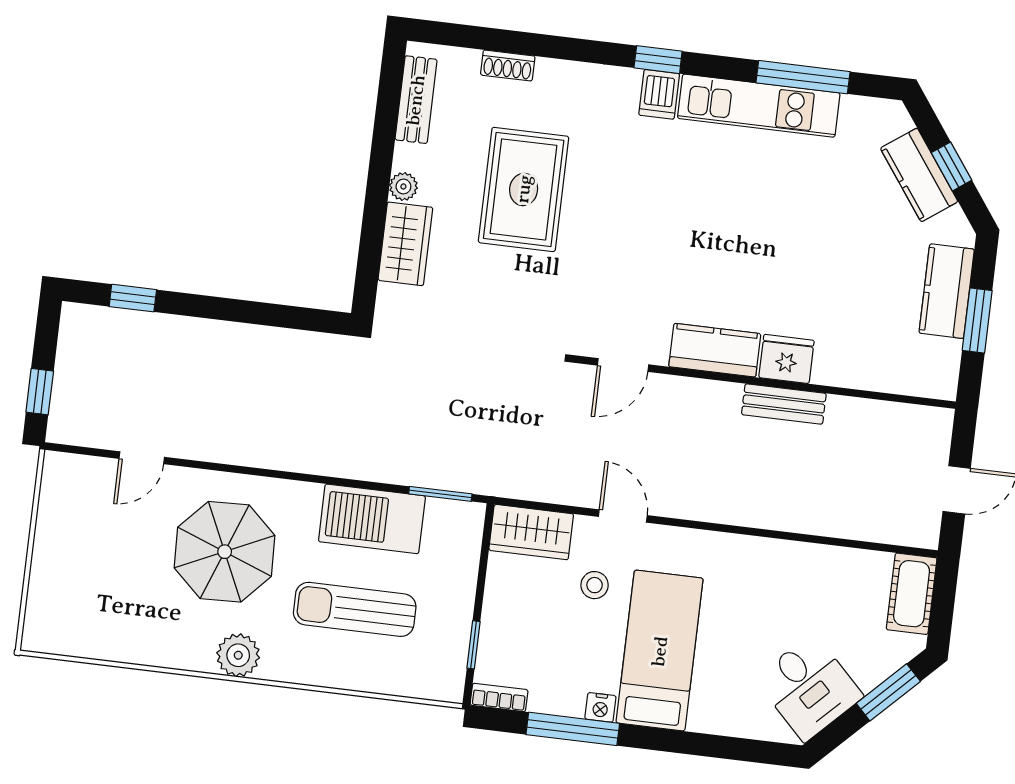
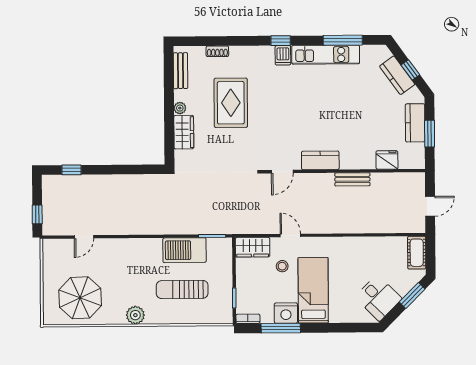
fridge: (786, 359) -> (387, 160), moved
parasol: (225, 552) -> (80, 298), moved
nightstand: (600, 707) -> (286, 313), width x1.89, depth x1.79

